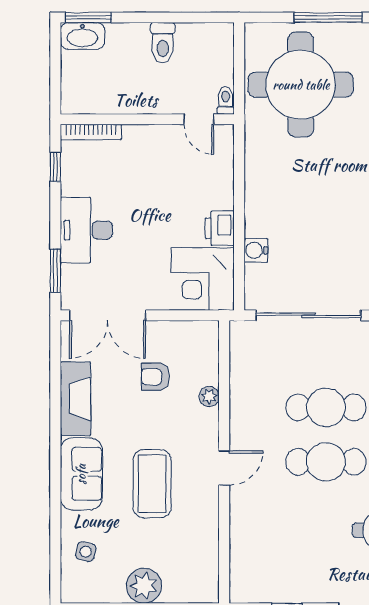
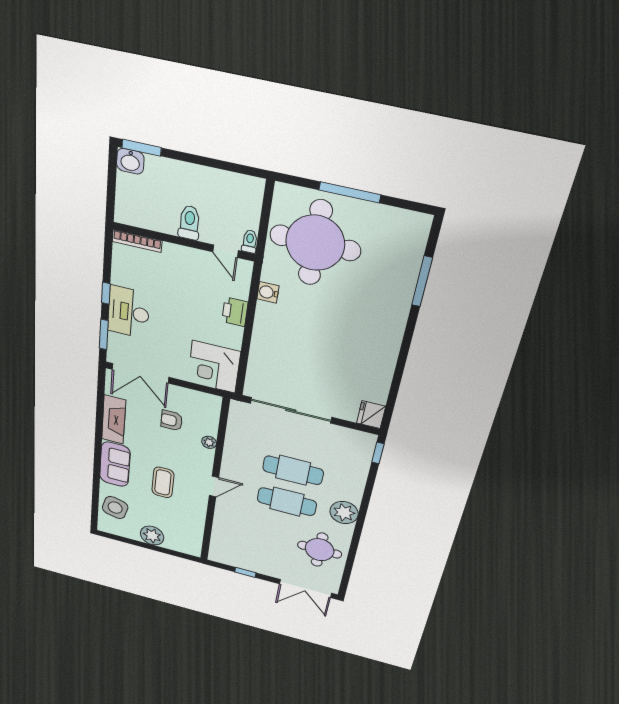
washbasin: (82, 36) -> (130, 161), width x0.72
toilet: (163, 43) -> (189, 223), moved, turned 180
window: (55, 167) -> (106, 293), moved
printer: (220, 228) -> (235, 312), moved
water cooler: (256, 250) -> (268, 292), moved
coffee table: (152, 484) -> (163, 482), width x0.73, depth x0.76
side table: (86, 552) -> (115, 508), width x1.87, depth x1.87

